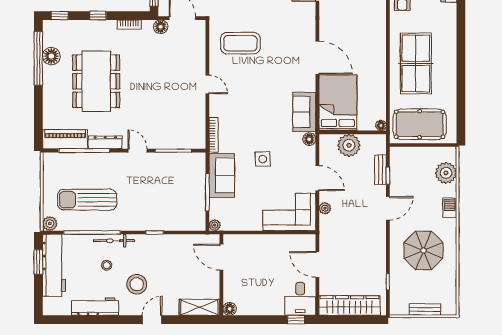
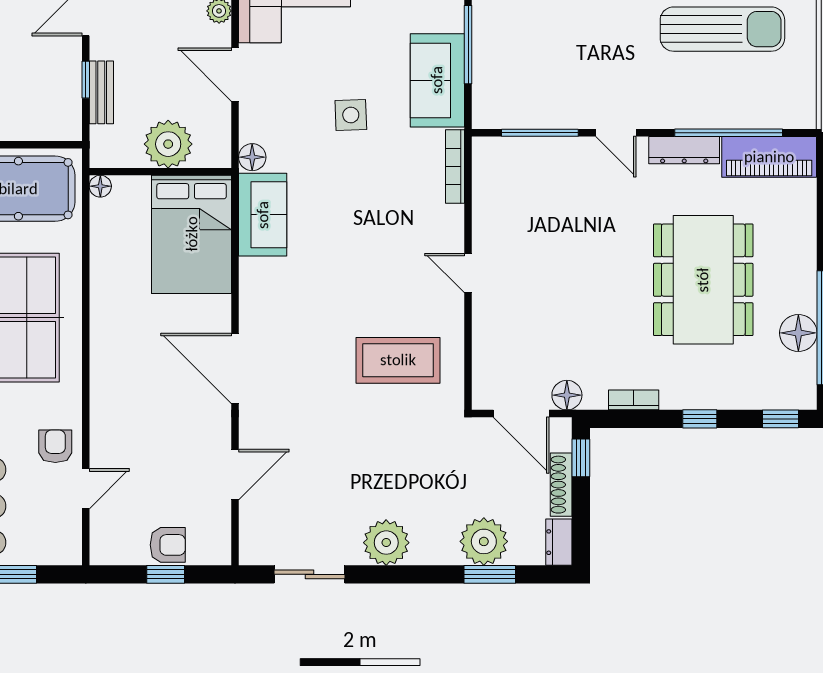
door: (317, 58) -> (235, 368), moved

